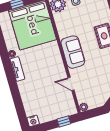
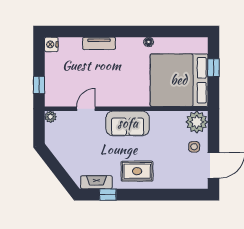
tv unit: (17, 69) -> (99, 43), moved

